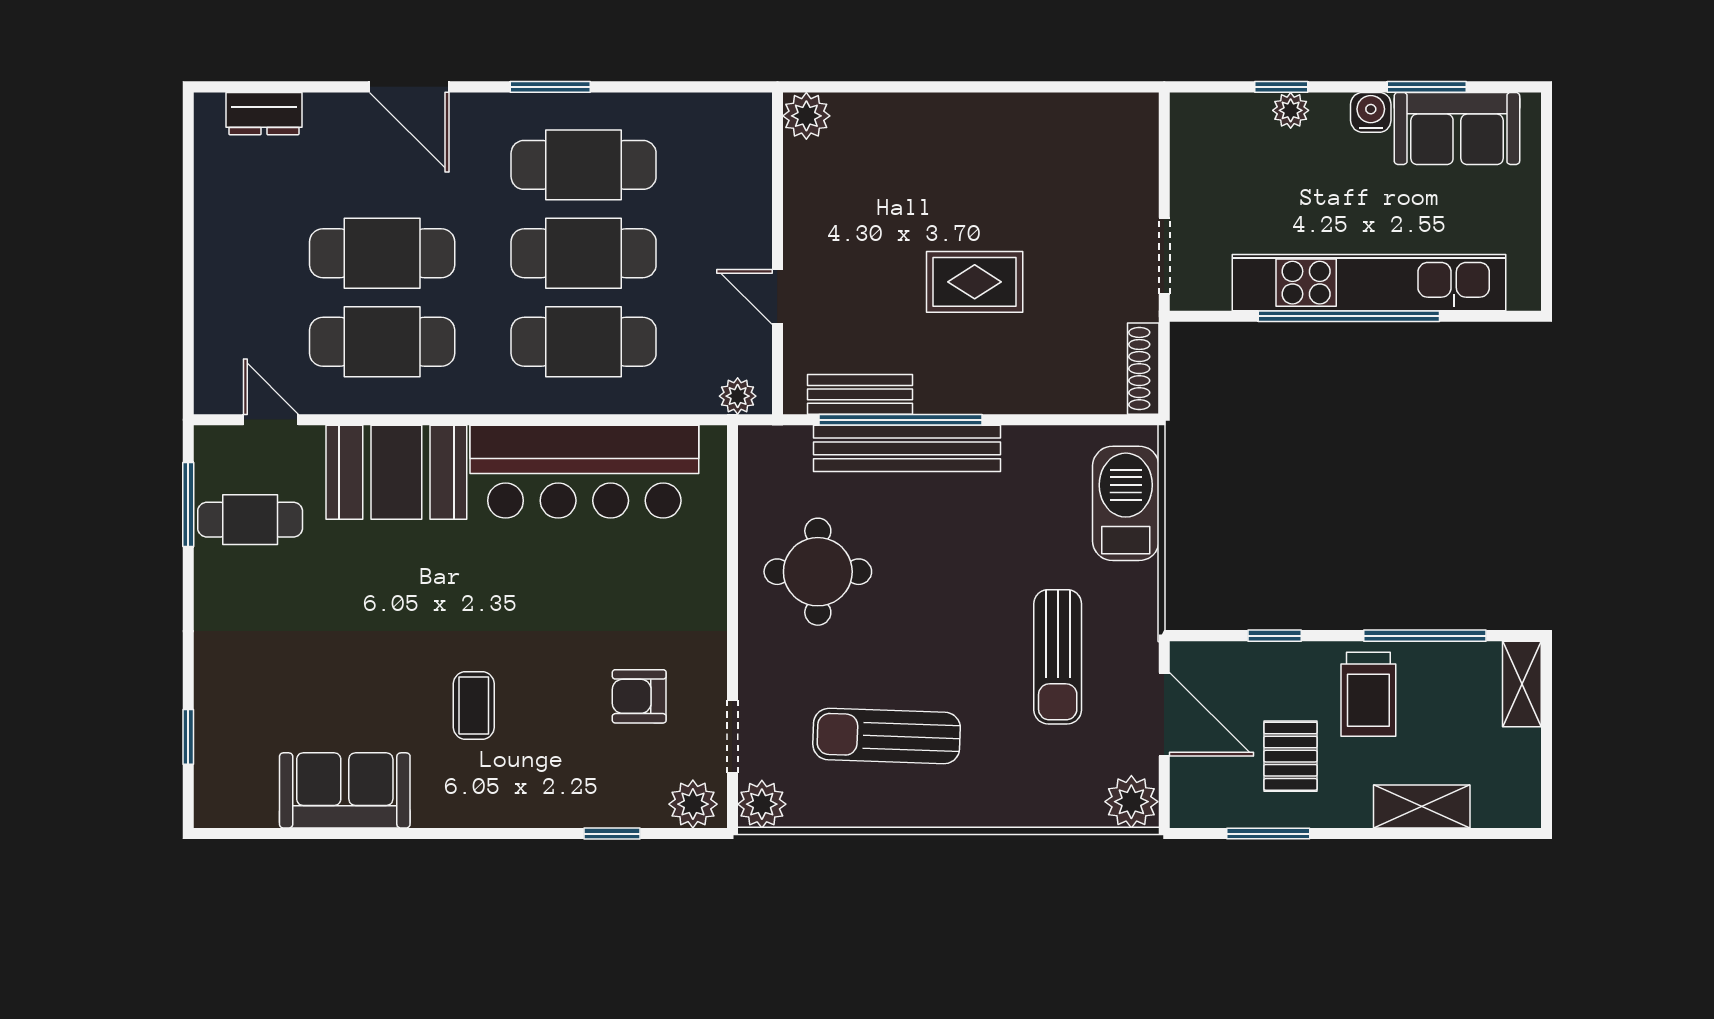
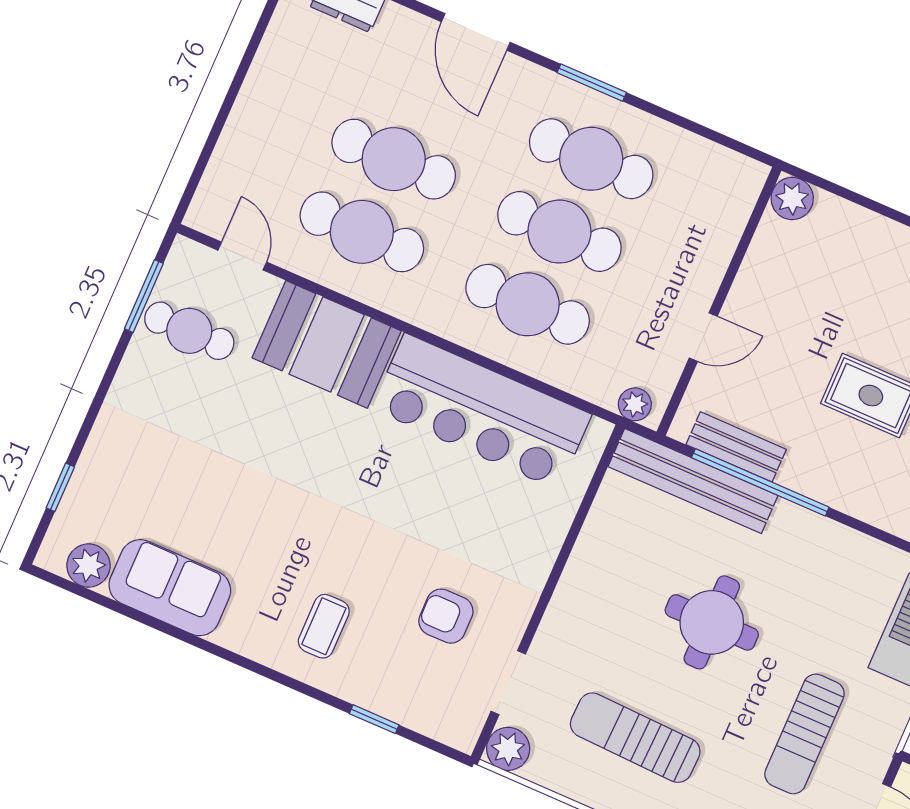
door: (777, 297) -> (703, 337), swing flipped
bench: (907, 448) -> (693, 481), moved
round table: (818, 572) -> (712, 622), moved
coffee table: (474, 706) -> (324, 626), moved
plant: (693, 804) -> (89, 565), moved

